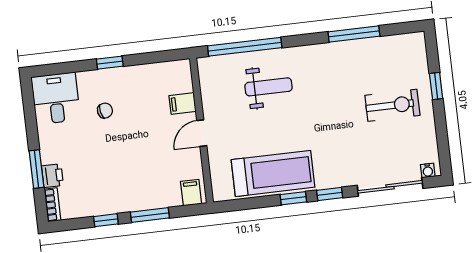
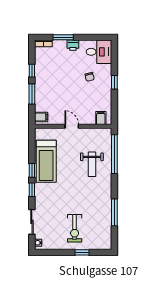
filing cabinet: (183, 103) -> (101, 118), moved
printer: (52, 176) -> (73, 45), moved
sliding door: (390, 187) -> (32, 222), width x0.73

